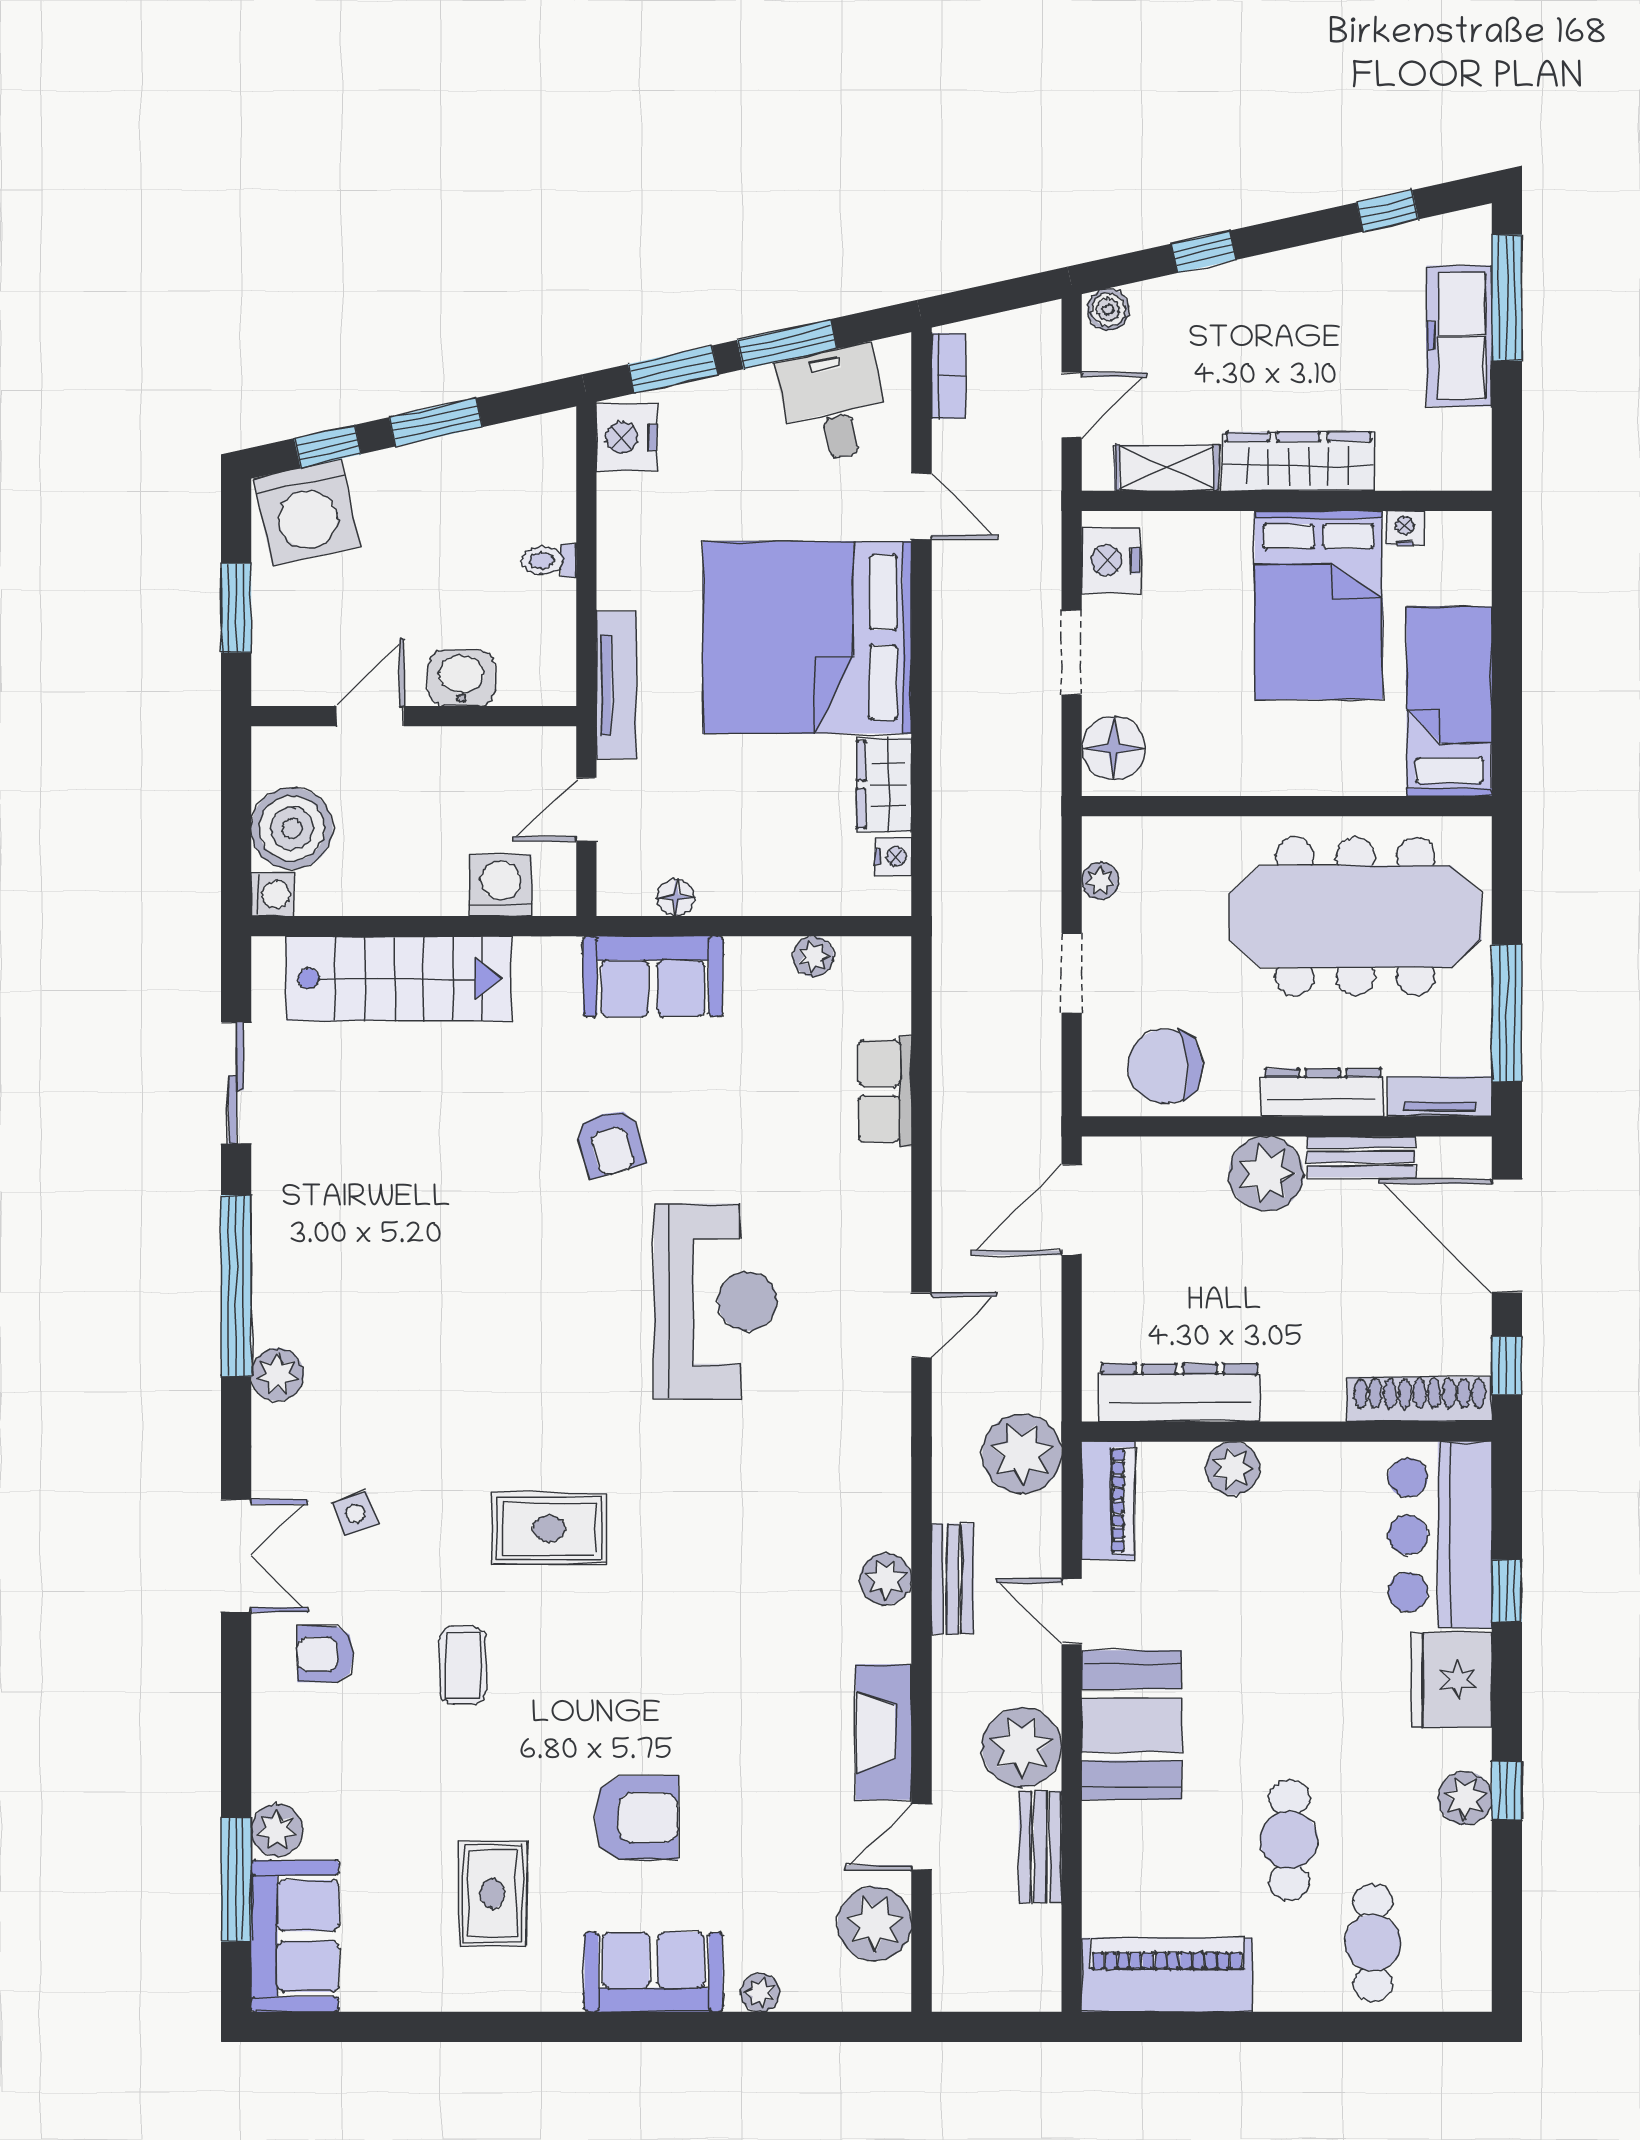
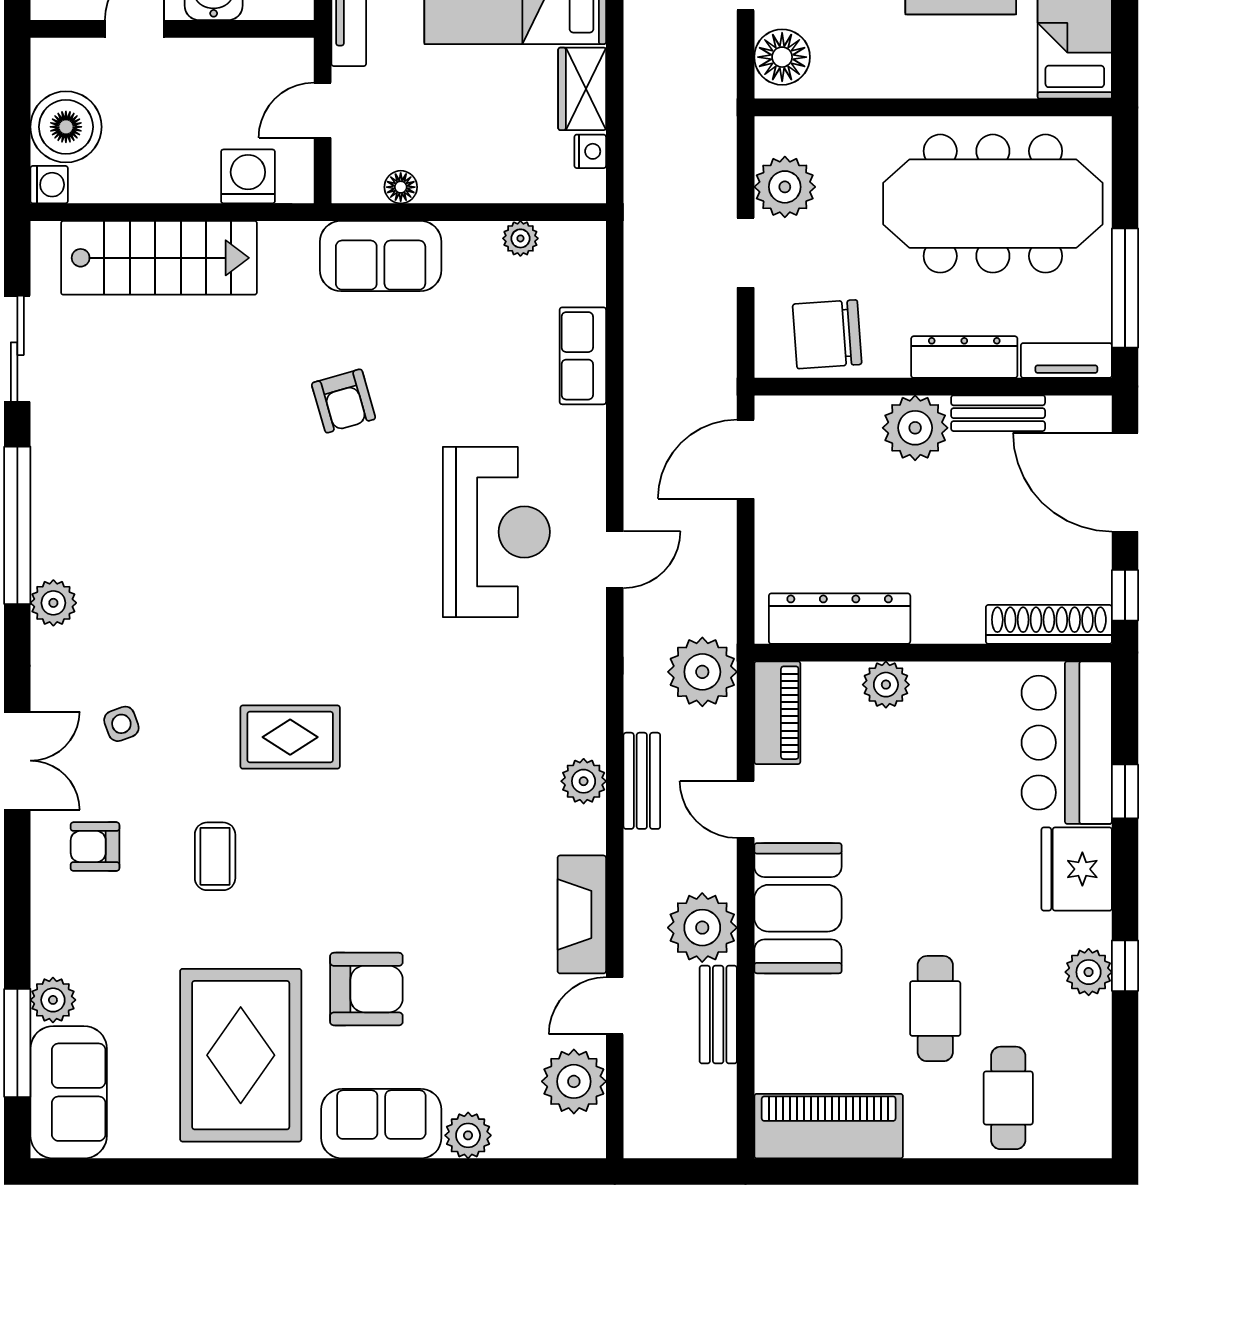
plant: (1100, 881) -> (785, 187), width x1.88, depth x1.88
reception desk: (716, 1301) -> (496, 532), moved
rug: (492, 1893) -> (241, 1055), width x1.86, depth x2.06
plant: (760, 1993) -> (468, 1135), width x1.38, depth x1.38

